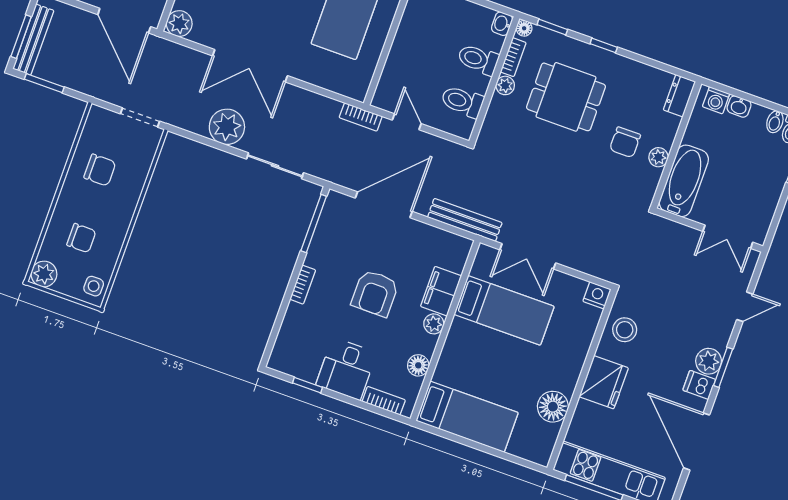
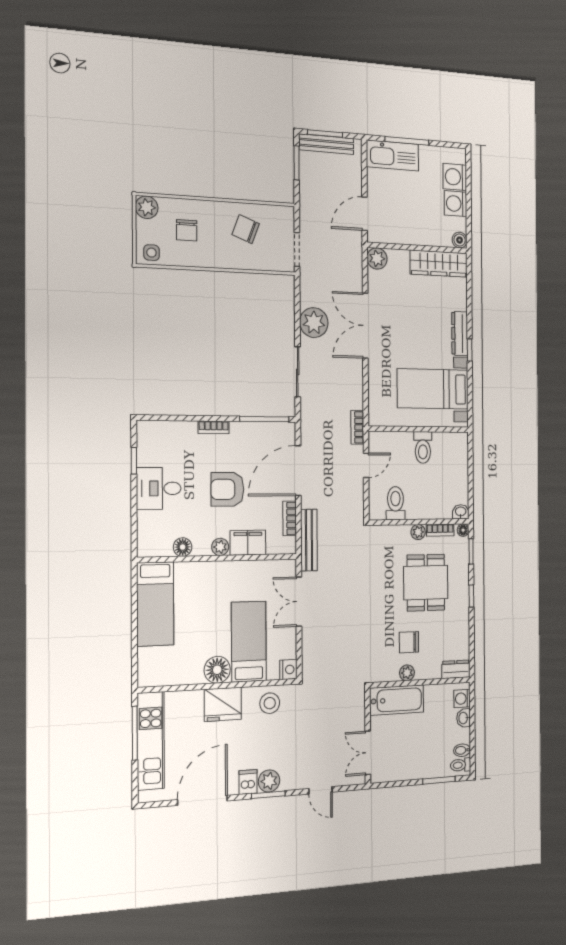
door: (124, 21) -> (365, 214), width x0.73
toilet: (478, 59) -> (423, 447), moved, turned 180
chair: (100, 170) -> (246, 229), turned 111
door: (384, 205) -> (298, 471), swing flipped
bed: (504, 310) -> (249, 642), moved, turned 180
bookcase: (384, 401) -> (290, 518), moved, turned 180
floor lamp: (553, 407) -> (217, 670), moved

